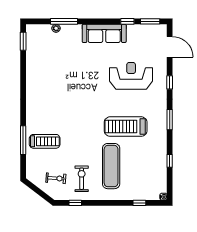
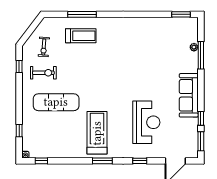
treadmill: (126, 127) -> (97, 133), moved
treadmill: (45, 141) -> (81, 36), turned -90
window: (170, 161) -> (41, 161), moved

